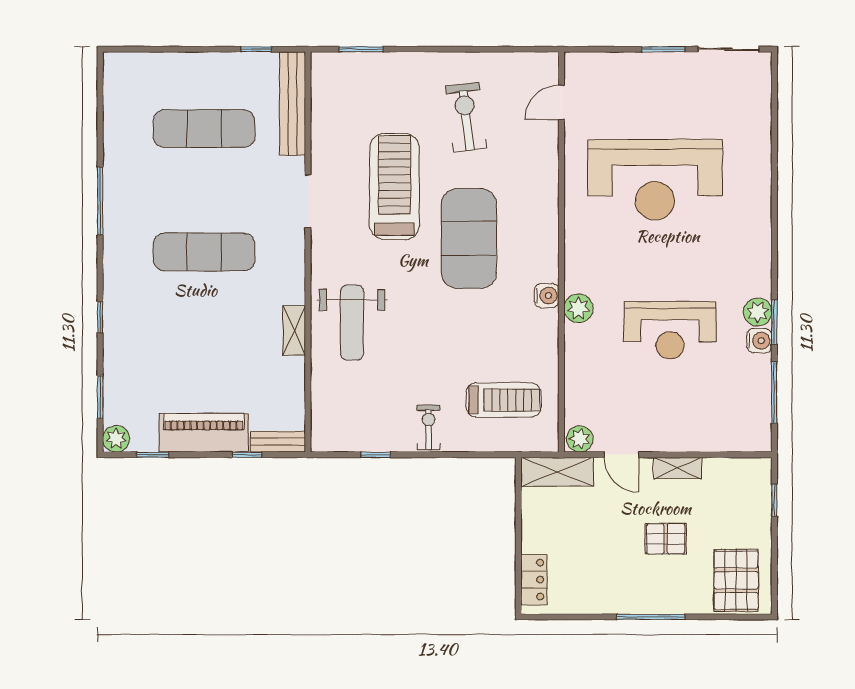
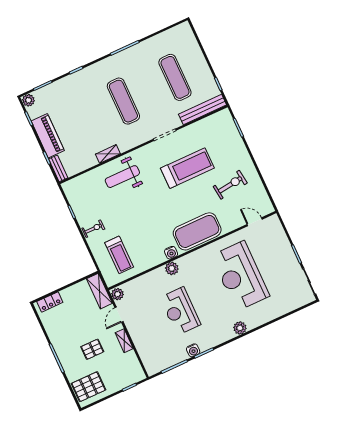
exercise mat: (469, 238) -> (197, 231), moved
plant: (758, 312) -> (240, 328), moved
pallet: (666, 539) -> (92, 349), turned 90

